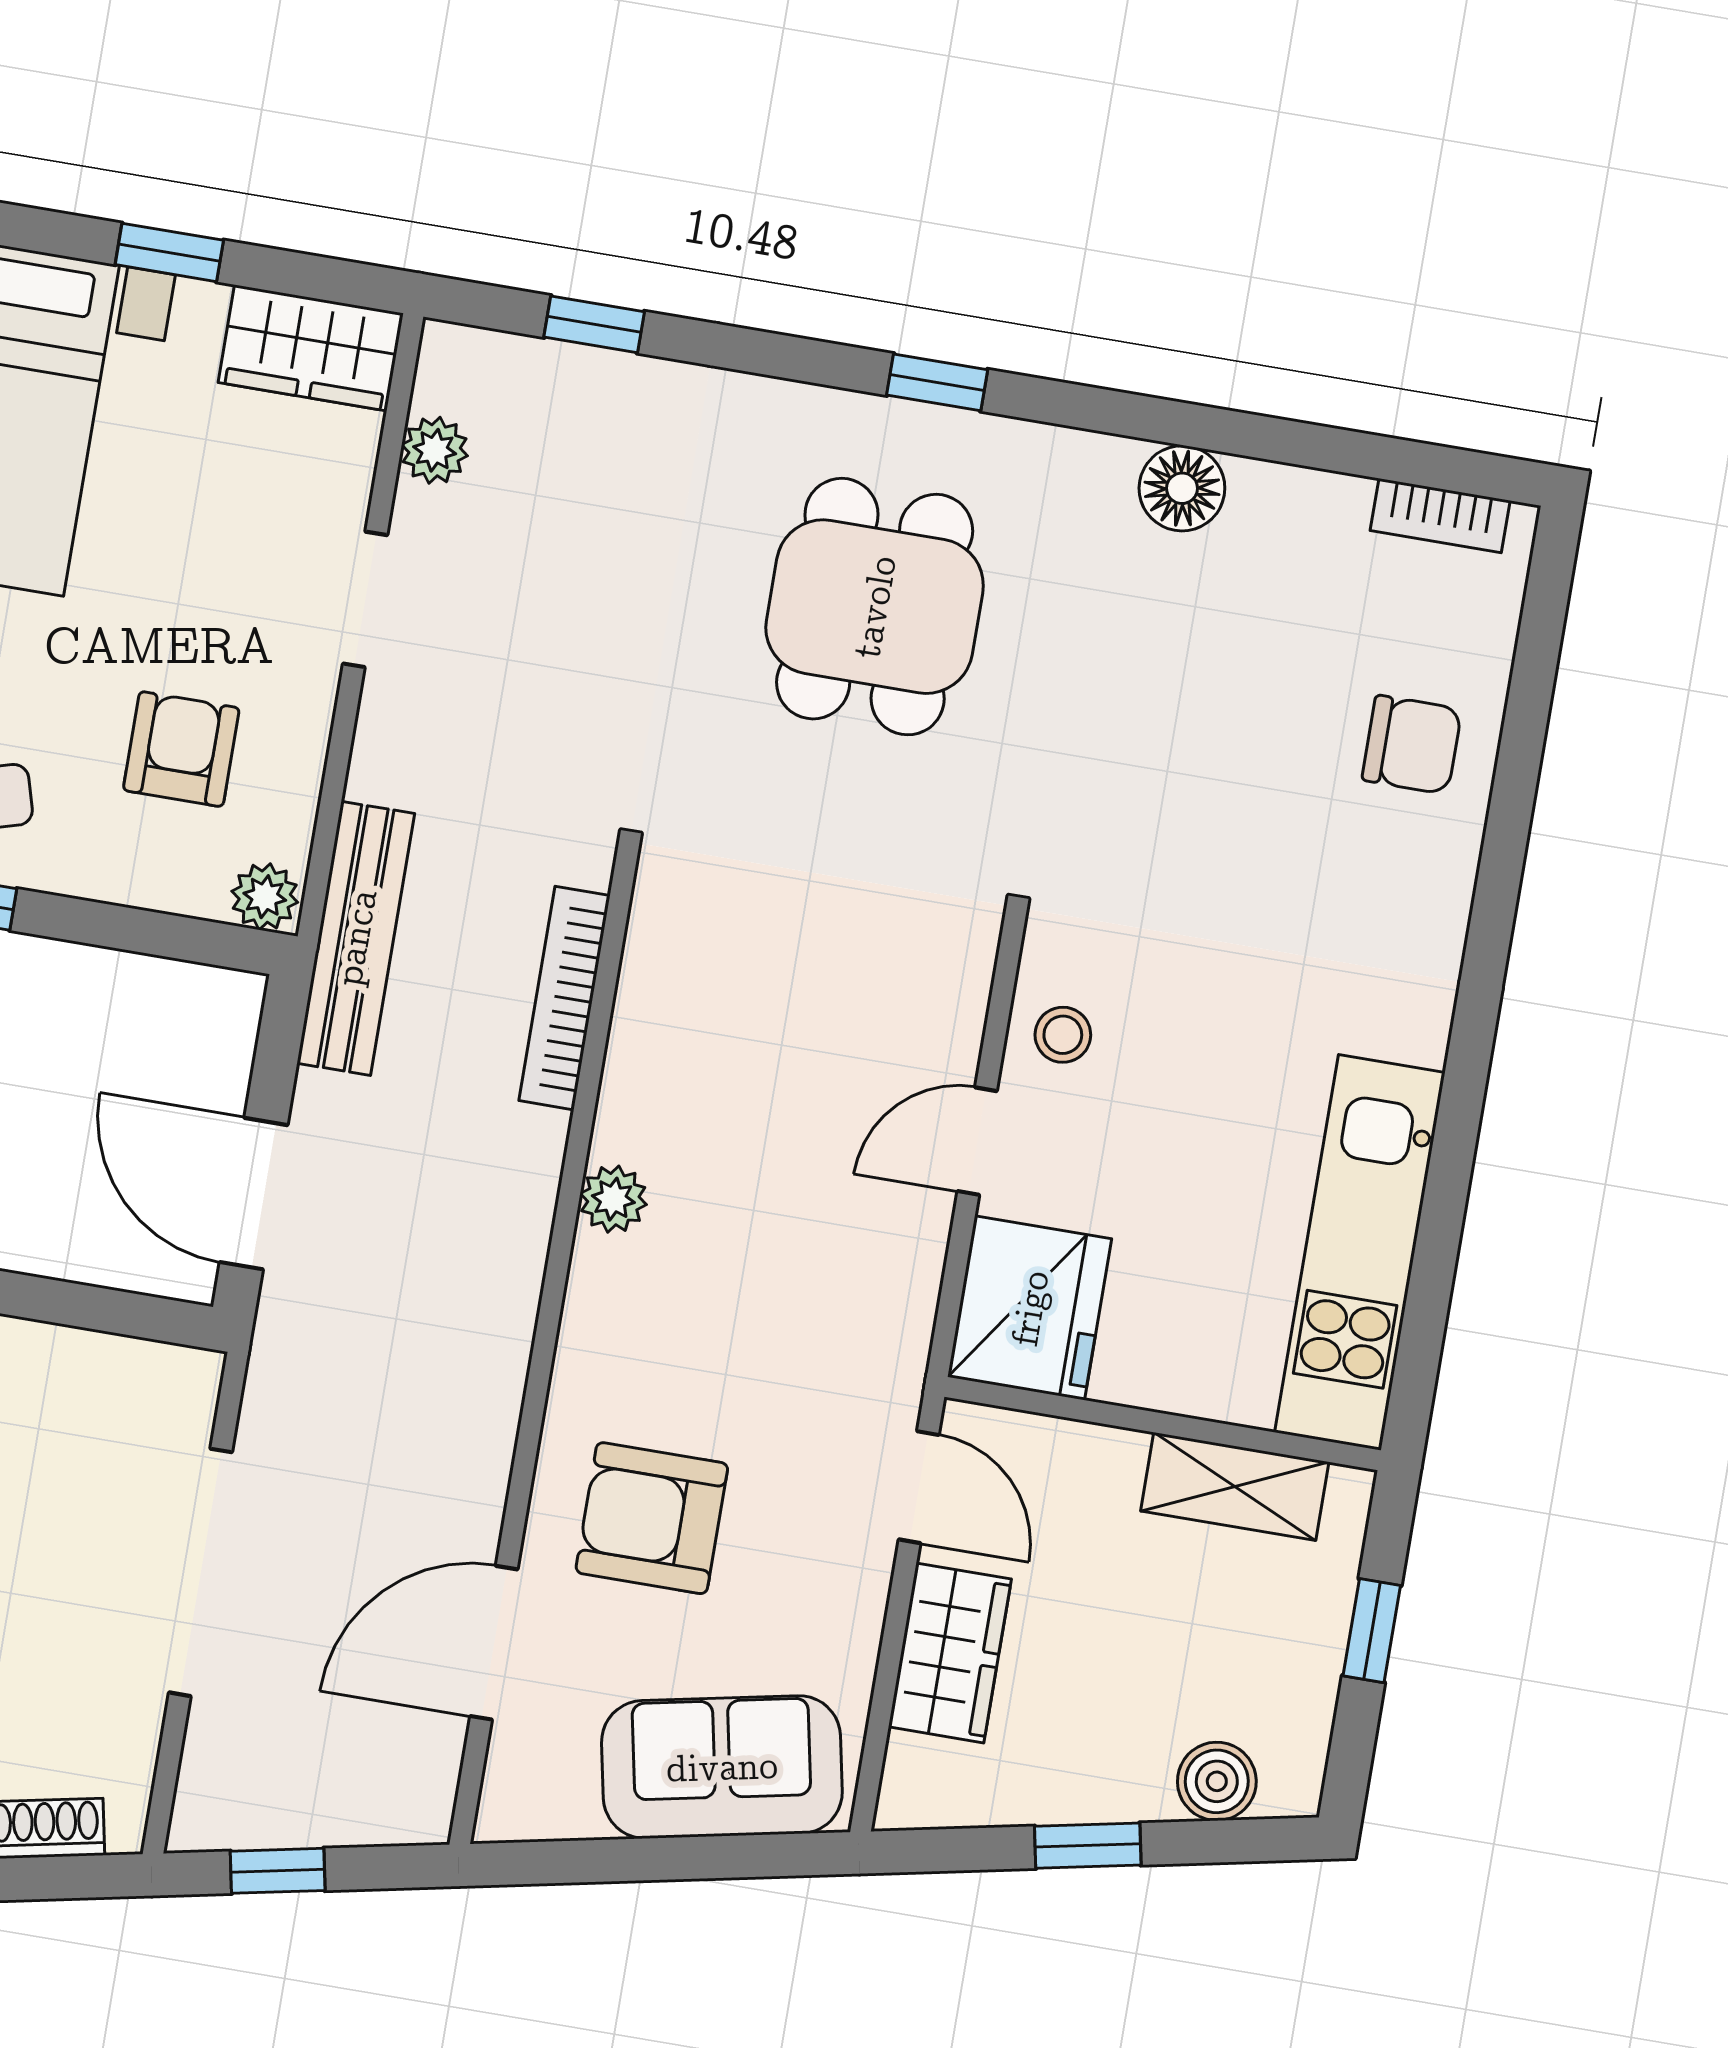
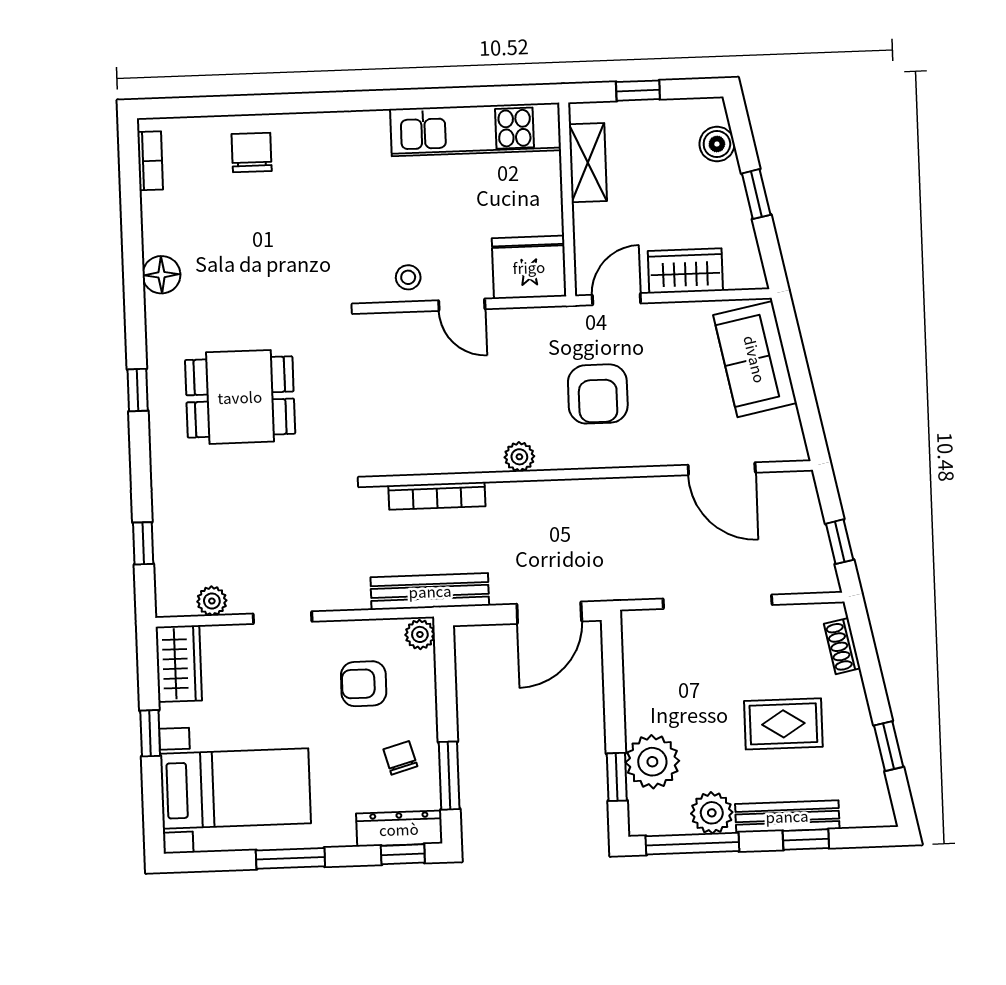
armchair: (652, 1518) -> (598, 394), moved

